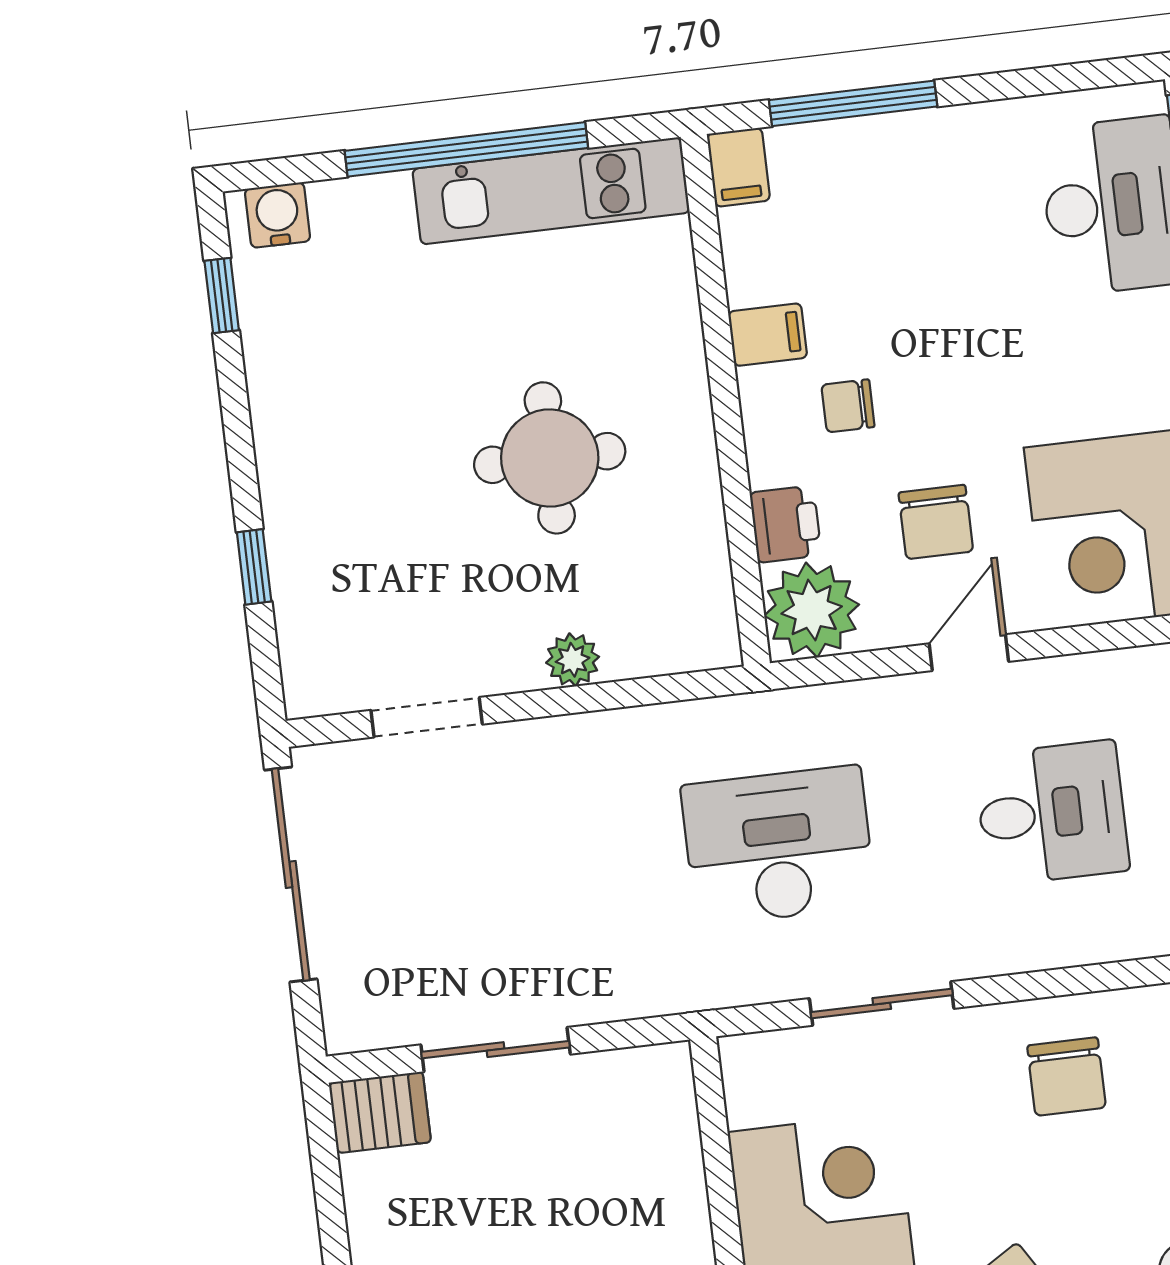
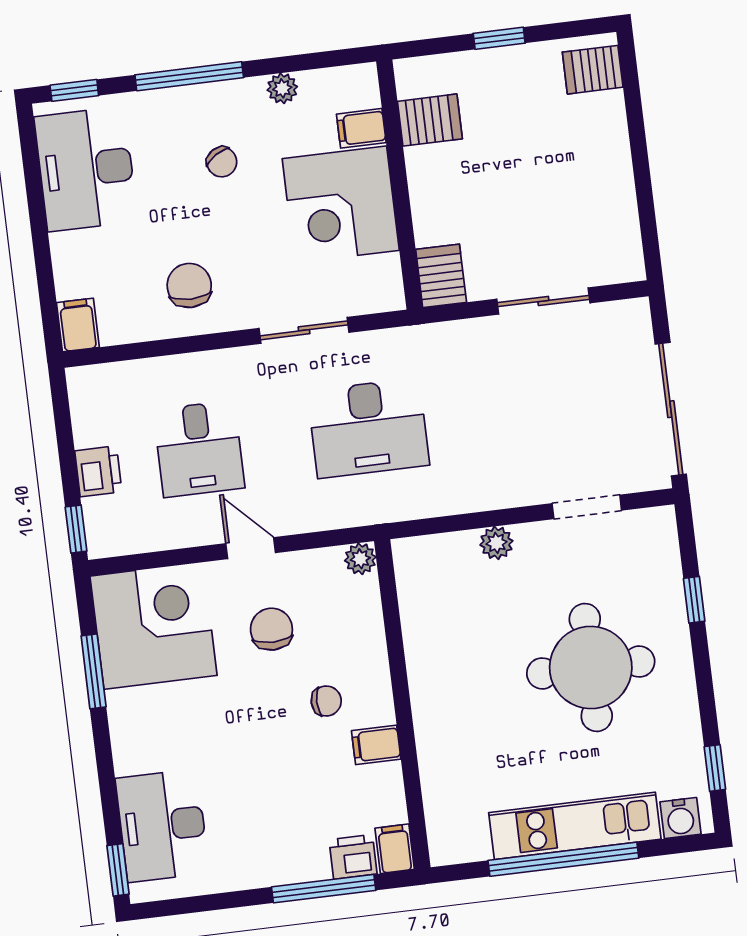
kitchen unit: (551, 191) -> (575, 826), moved
round table: (550, 458) -> (591, 667), moved, width x1.36, depth x1.36
printer: (786, 524) -> (353, 857), moved, turned 90
plant: (812, 610) -> (360, 559), width x0.53, depth x0.53
door: (969, 653) -> (251, 548), swing flipped
desk: (1052, 813) -> (199, 449), turned -90
server rack: (380, 1112) -> (441, 276), moved, turned 90

